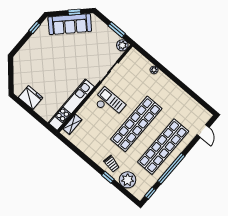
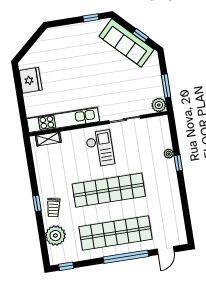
window: (165, 71) -> (178, 163), added
window: (171, 168) -> (126, 257), moved
window: (108, 177) -> (37, 203), moved

